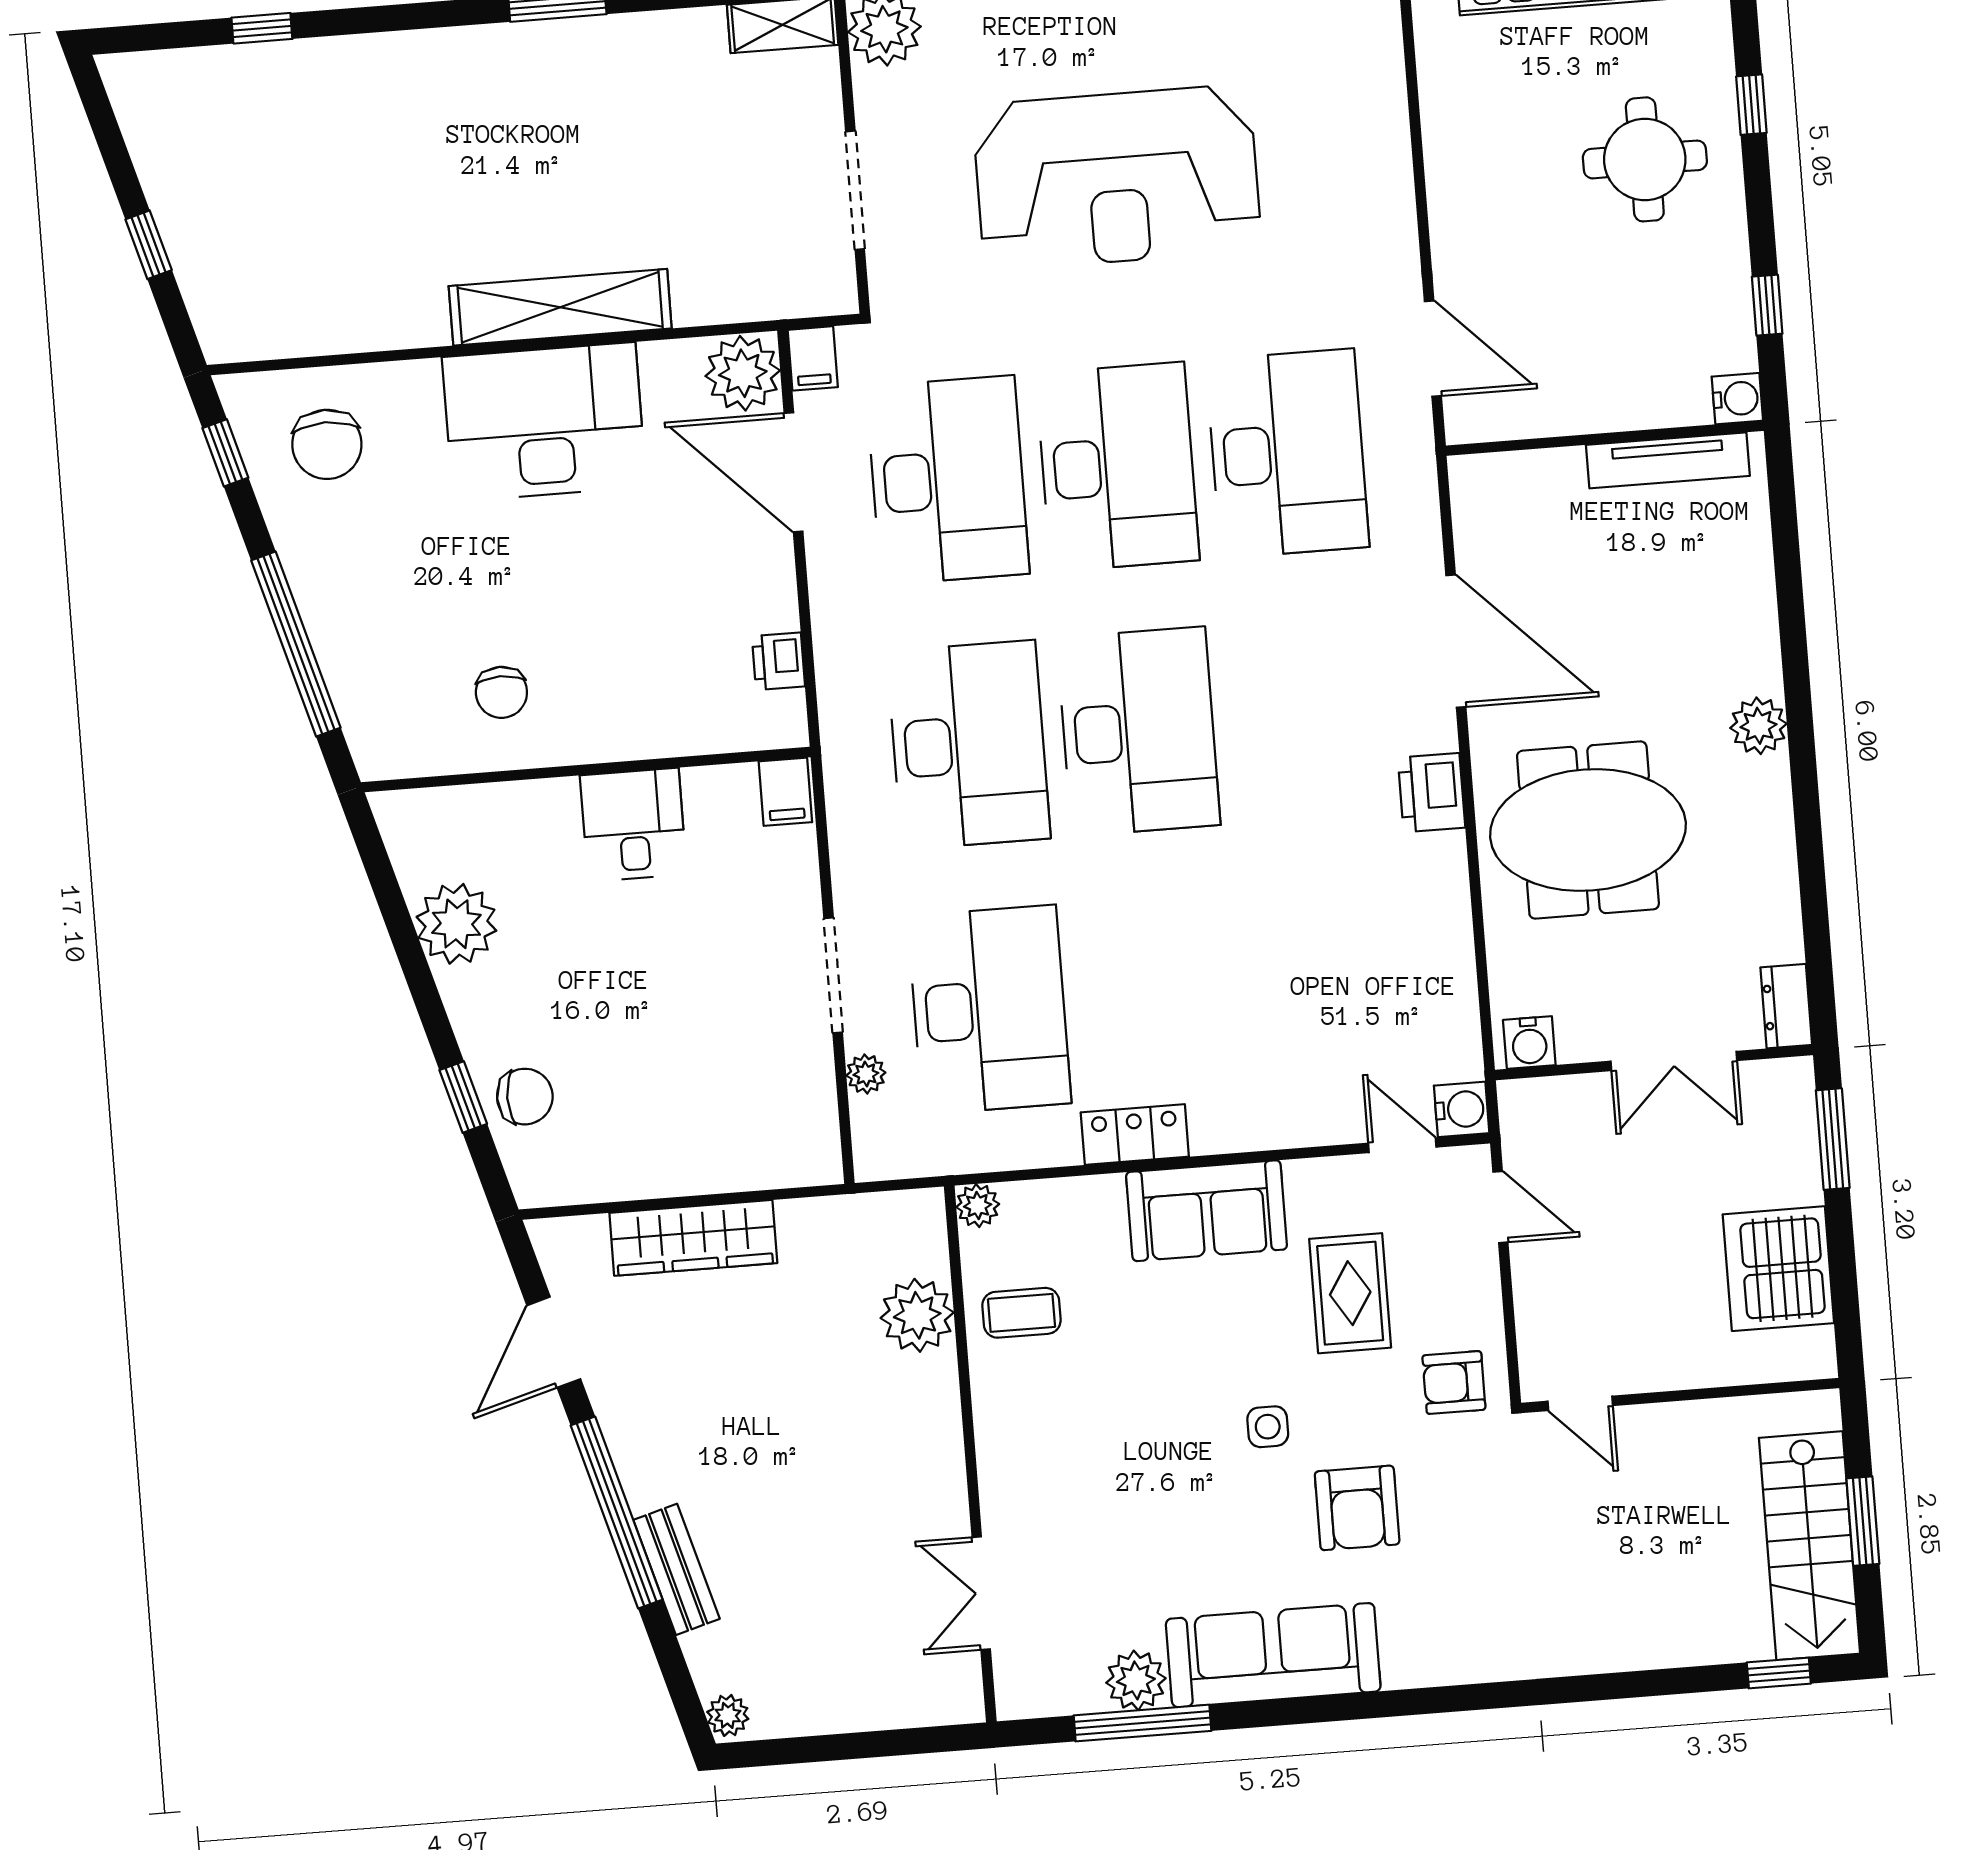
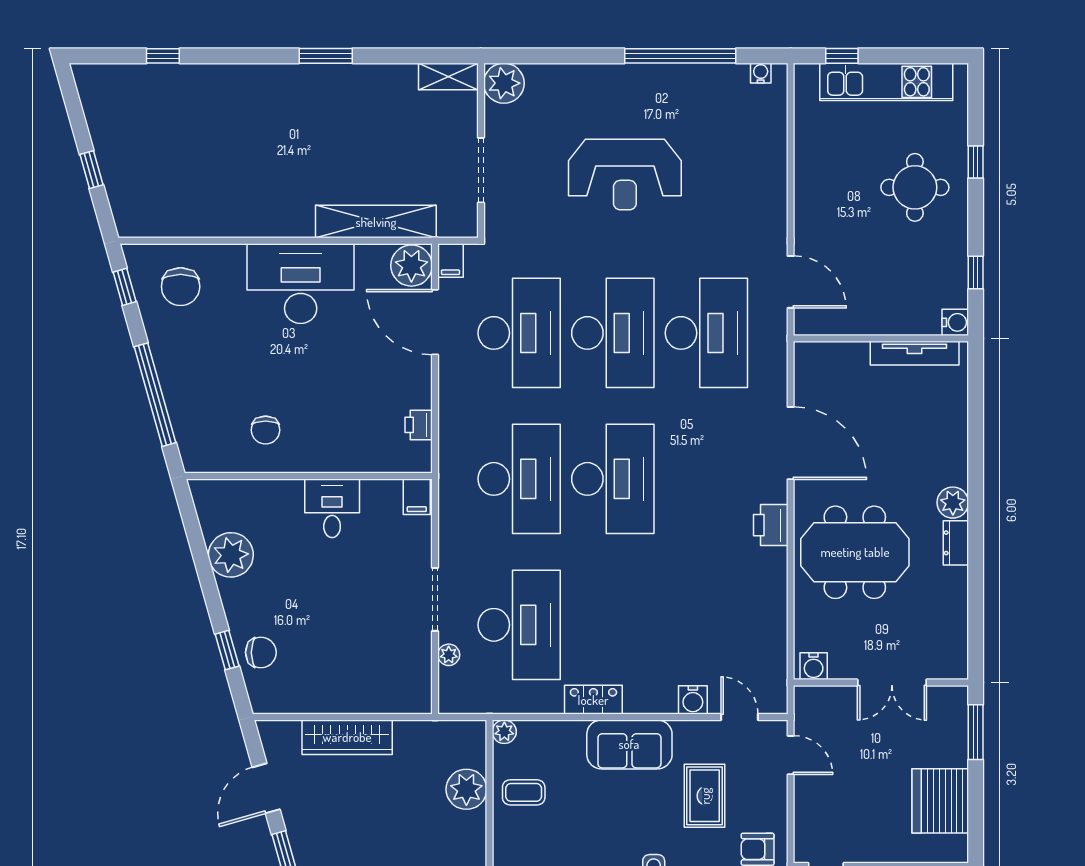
reception desk: (1117, 178) -> (625, 175), width x0.74, depth x0.77
shelving: (560, 307) -> (376, 222), moved
dresser: (1786, 1006) -> (956, 543), moved
water cooler: (1462, 1109) -> (693, 700), moved, turned 90

